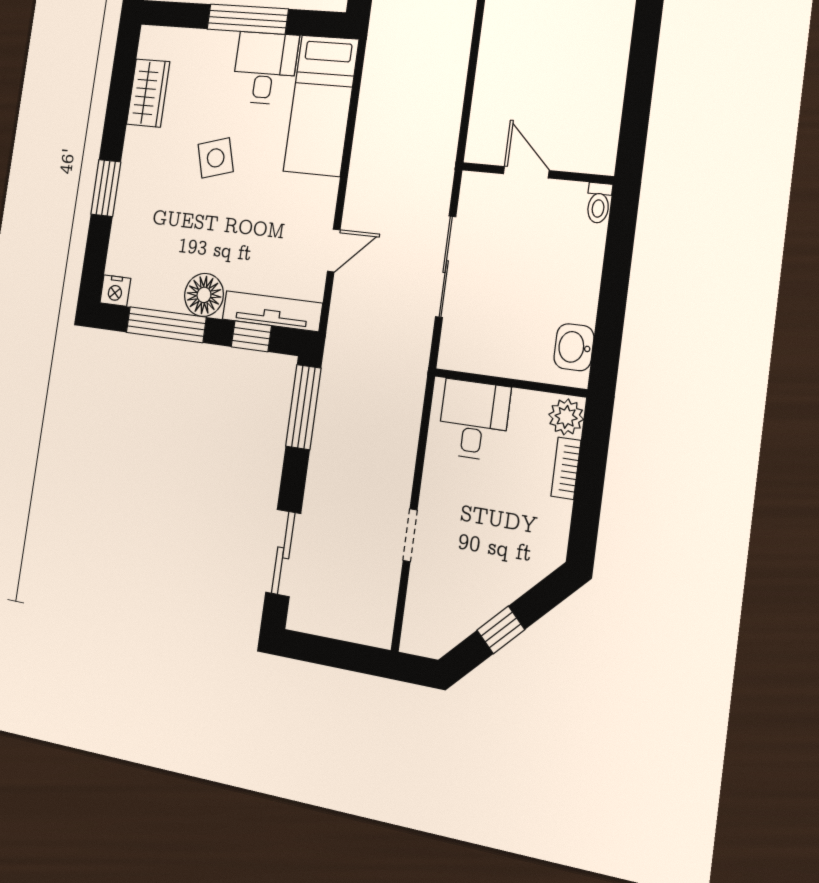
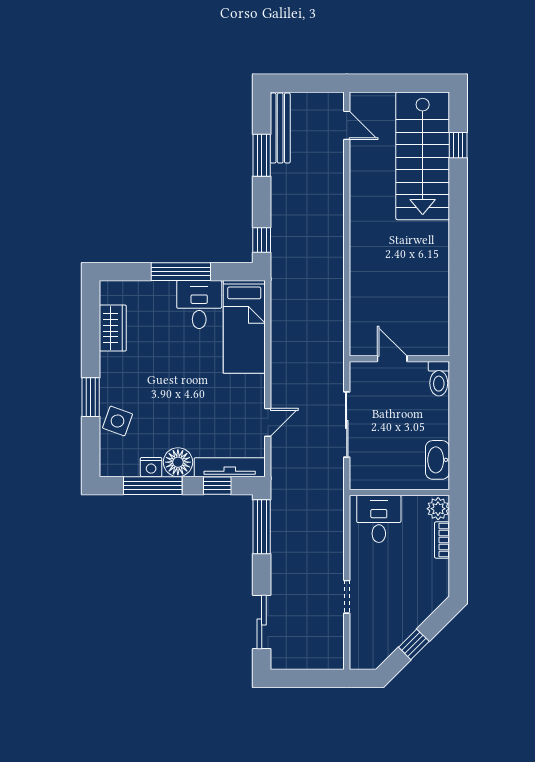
side table: (216, 158) -> (118, 421), moved, turned 36
toilet: (599, 203) -> (439, 379), width x1.37, depth x1.39
nightstand: (115, 291) -> (151, 467), moved
washbasin: (574, 347) -> (437, 460), width x1.38

